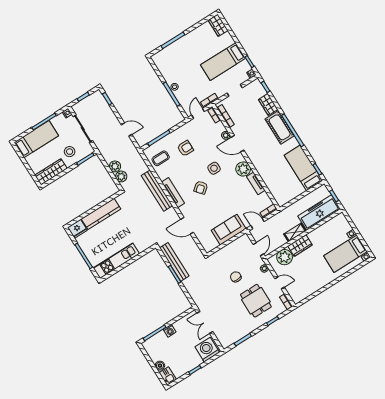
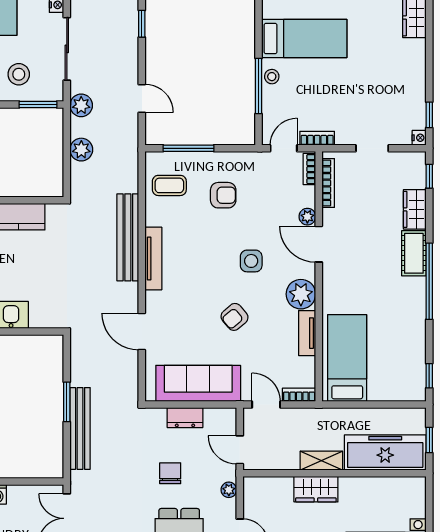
bed: (223, 62) -> (304, 39), moved, turned 180
cot: (280, 127) -> (414, 253), width x0.73, depth x0.75
bed: (303, 168) -> (347, 358), moved
plant: (121, 176) -> (81, 105), moved
armchair: (201, 188) -> (234, 317), moved
sofa: (229, 230) -> (198, 383), width x1.36
door: (258, 249) -> (240, 450), swing flipped
dresser: (227, 250) -> (185, 418), added
plant: (285, 257) -> (276, 492), removed
bench: (174, 262) -> (80, 428), moved

